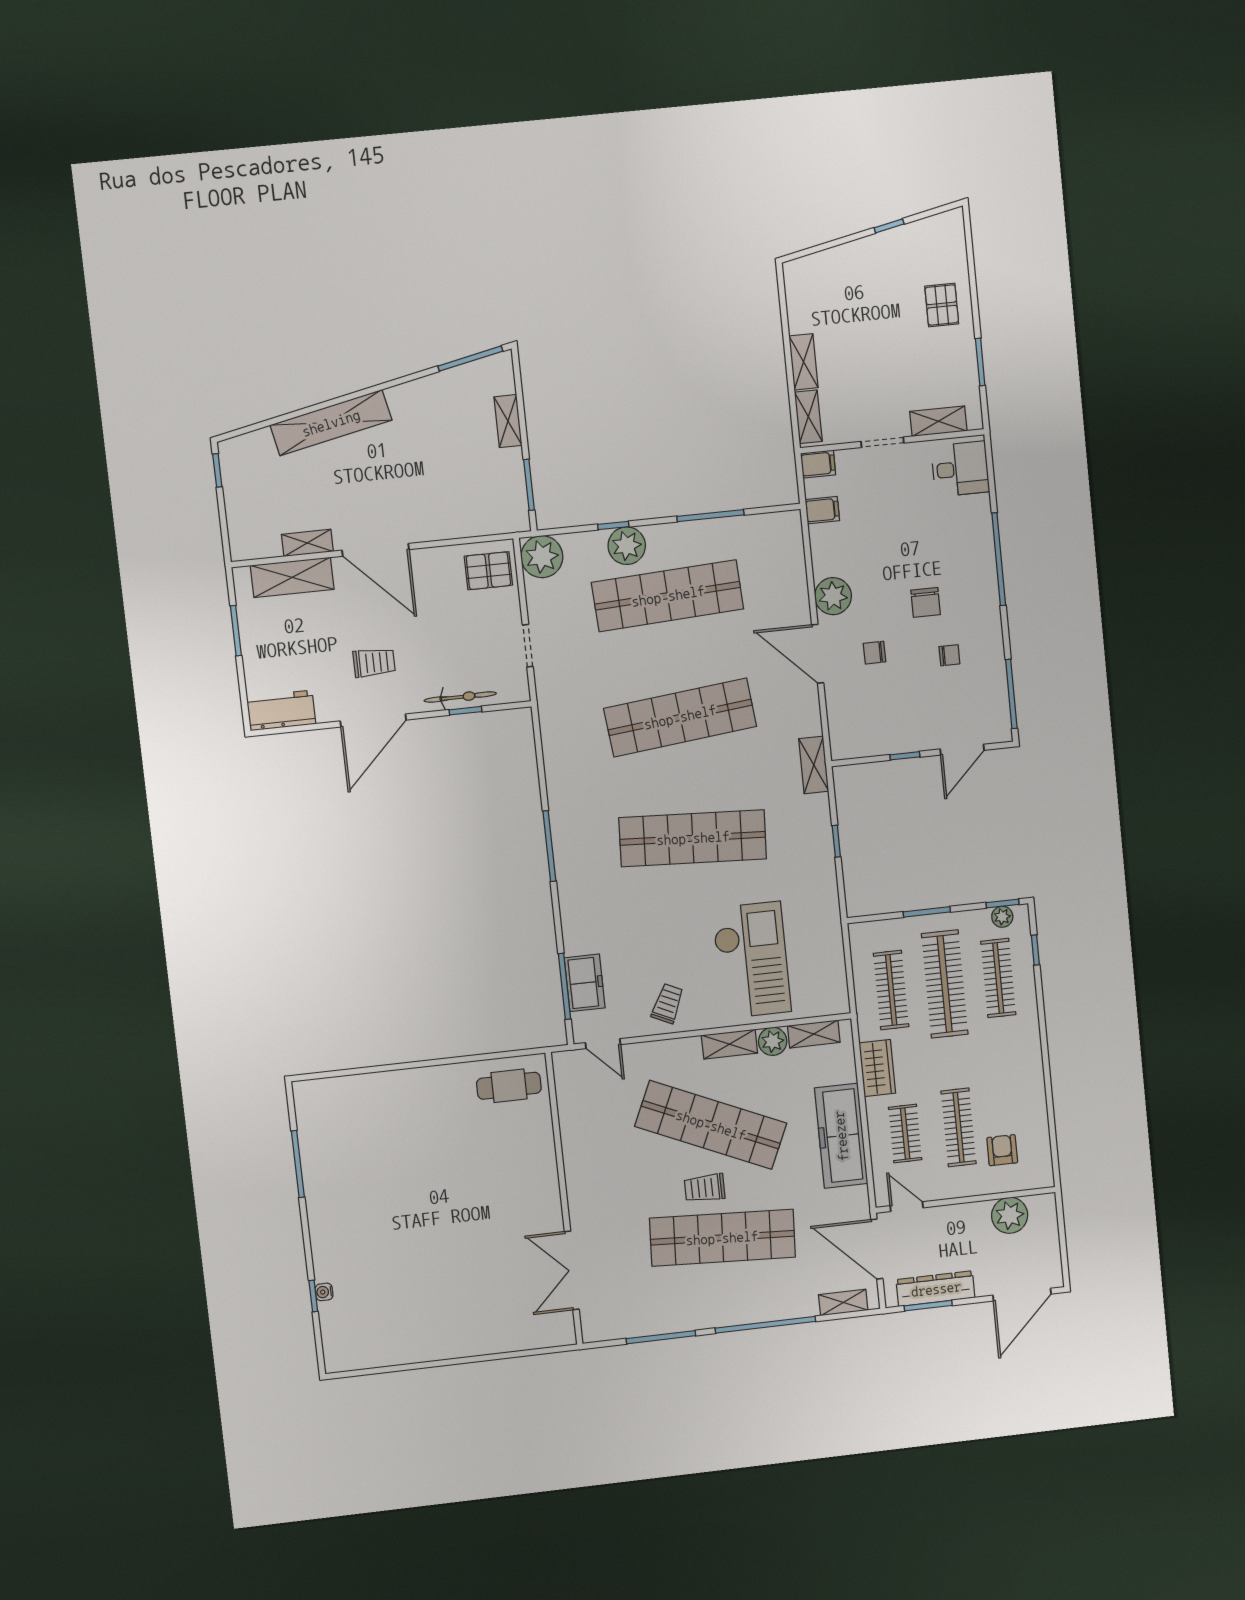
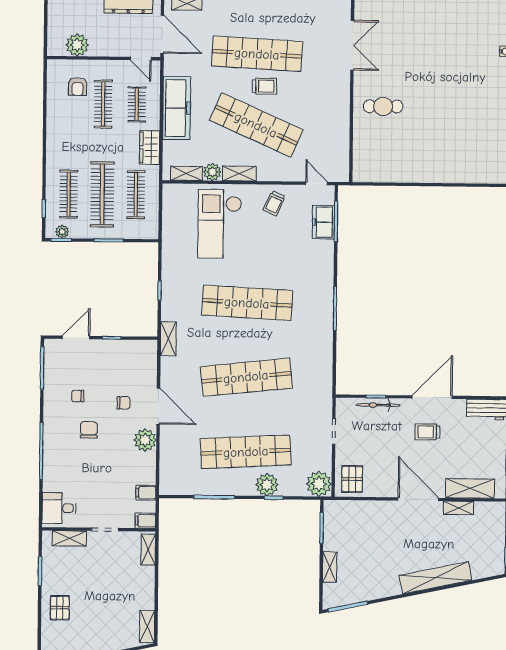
shelving: (803, 362) -> (147, 627), moved
pallet: (488, 571) -> (352, 479), turned 90
cafe table: (509, 1086) -> (383, 106), moved

